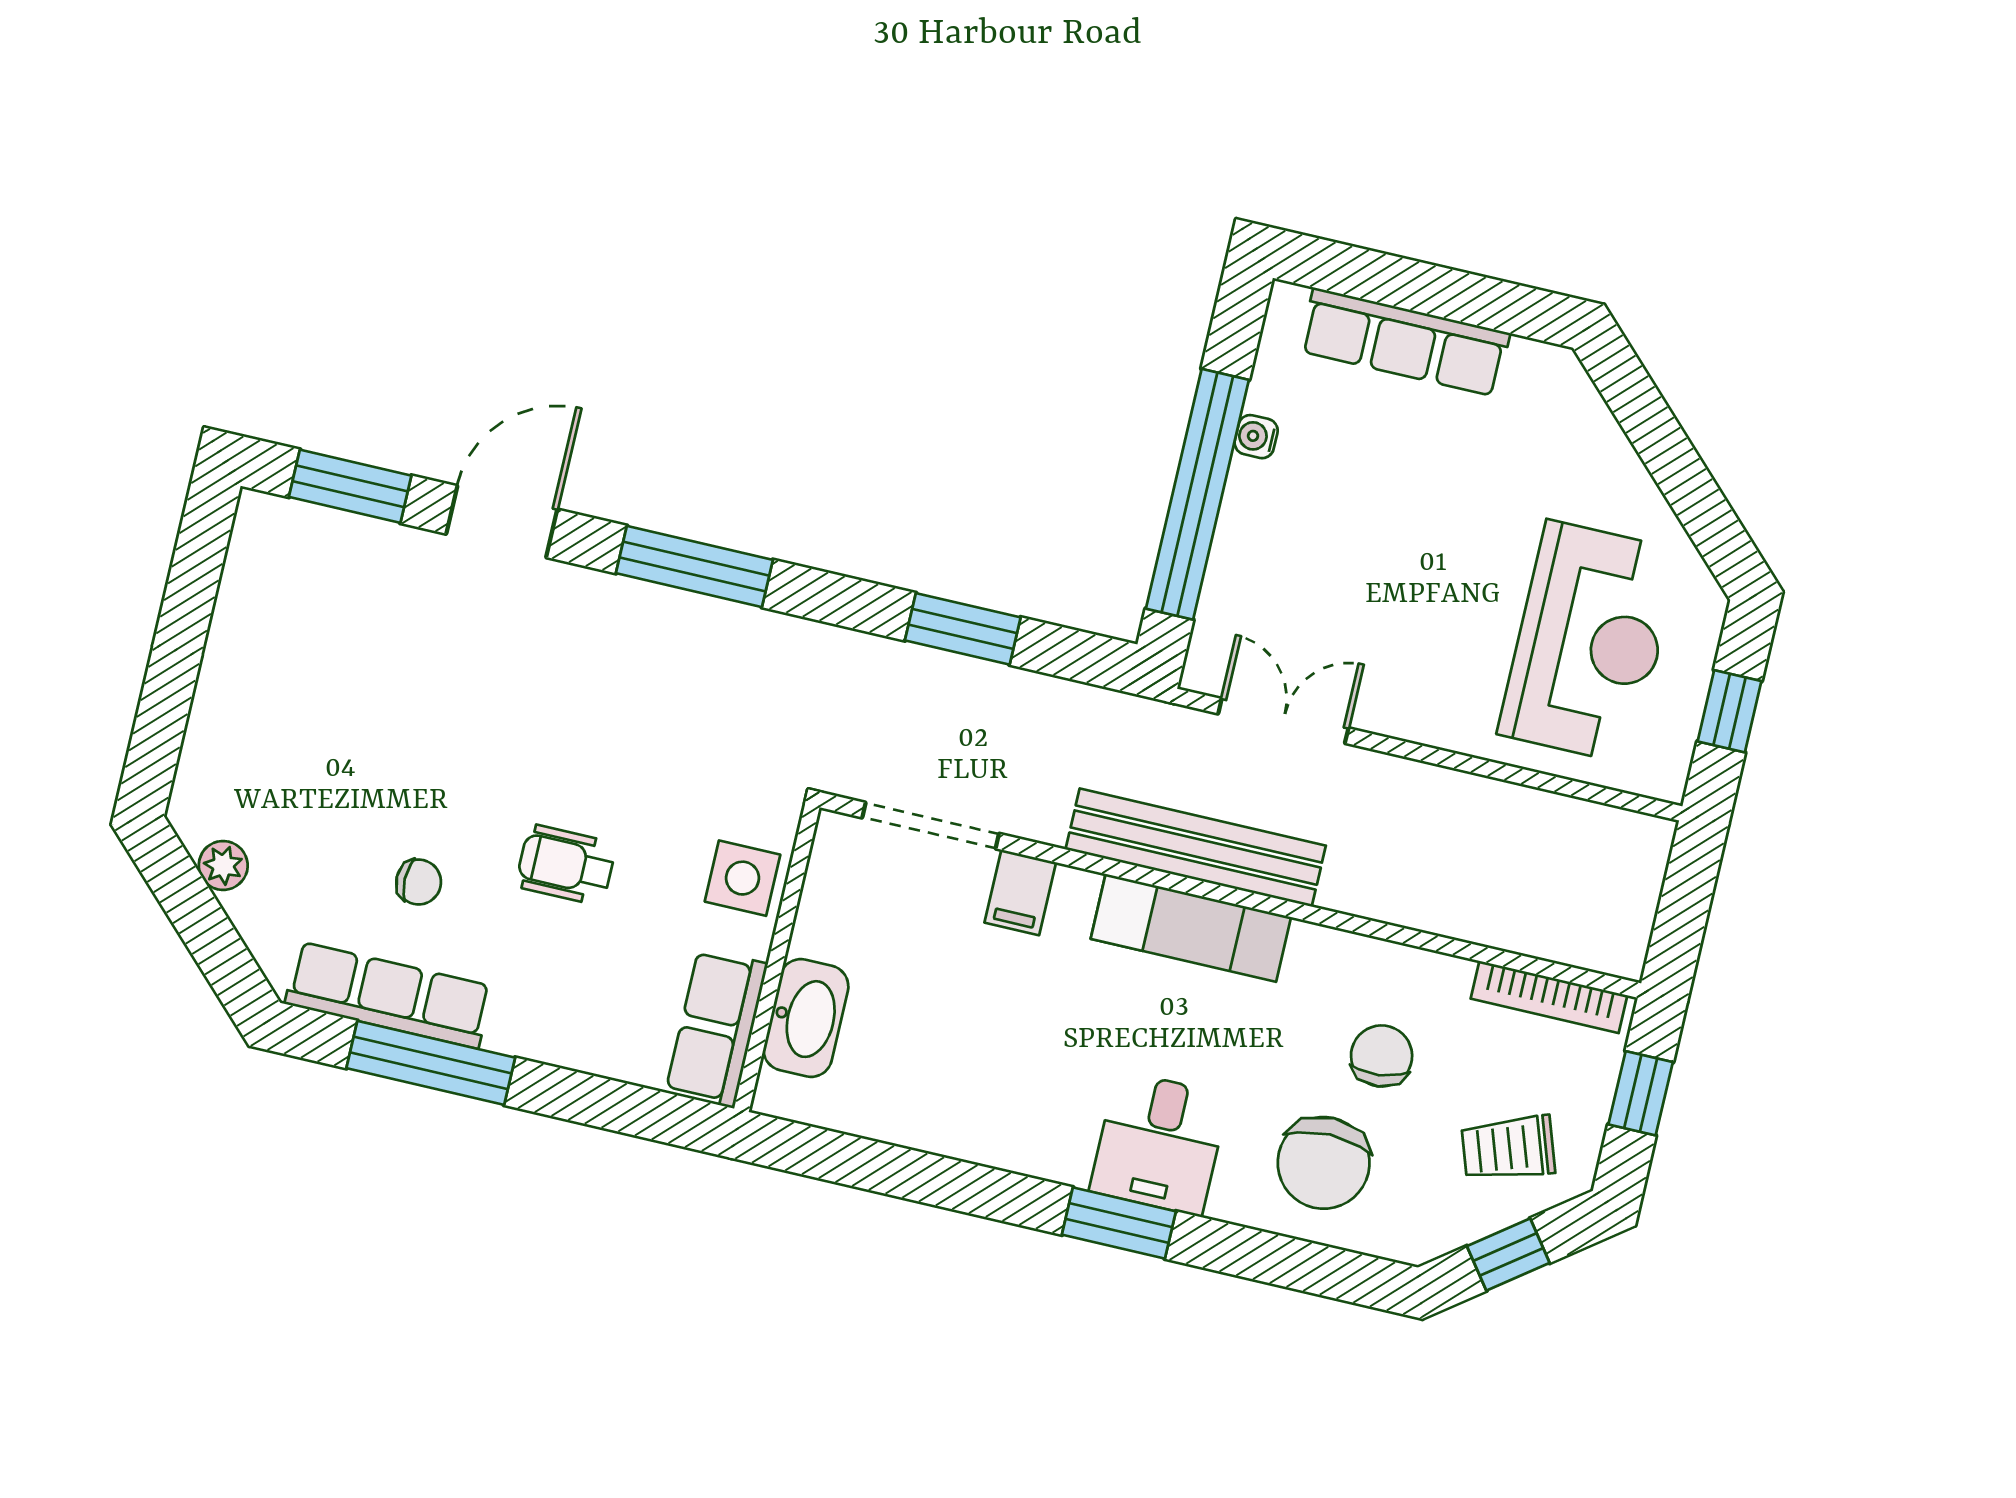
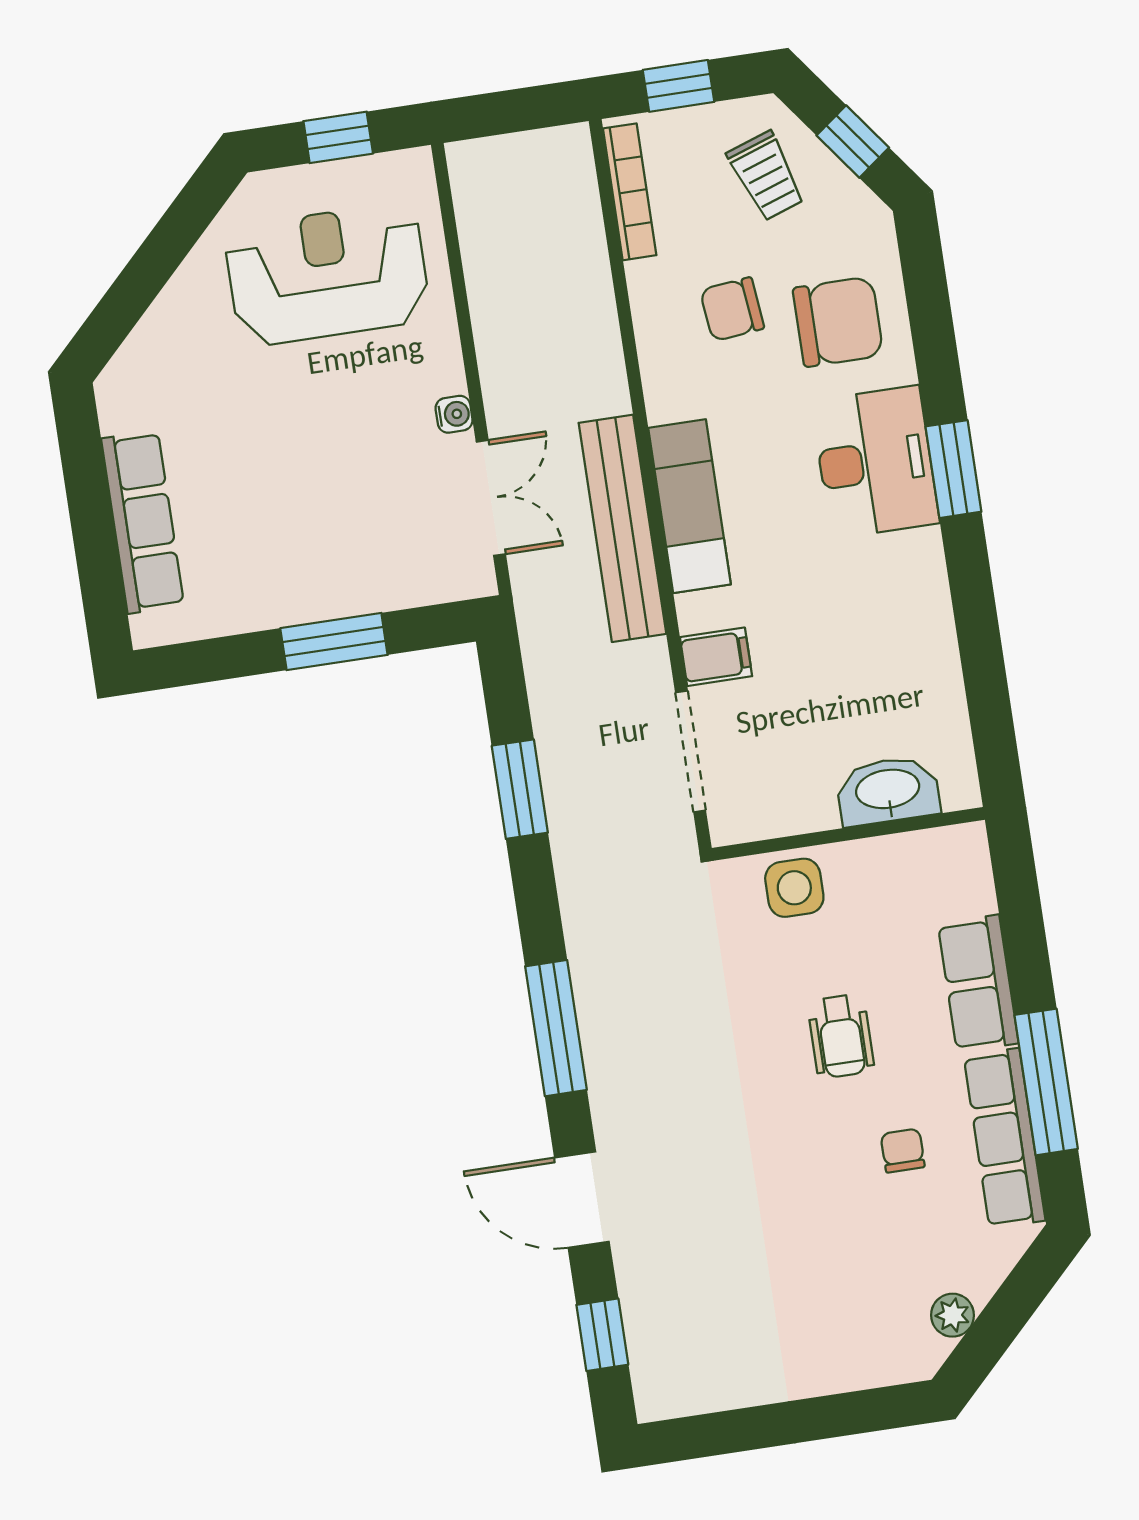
water cooler: (1256, 437) -> (454, 414), moved, turned -90
window: (350, 486) -> (602, 1335), width x0.67
window: (1197, 494) -> (334, 642), width x0.47
double door: (1283, 721) -> (491, 498), swing flipped
row of seats: (717, 1028) -> (978, 983), moved, turned 90
desk: (1159, 1143) -> (875, 462), width x1.37

